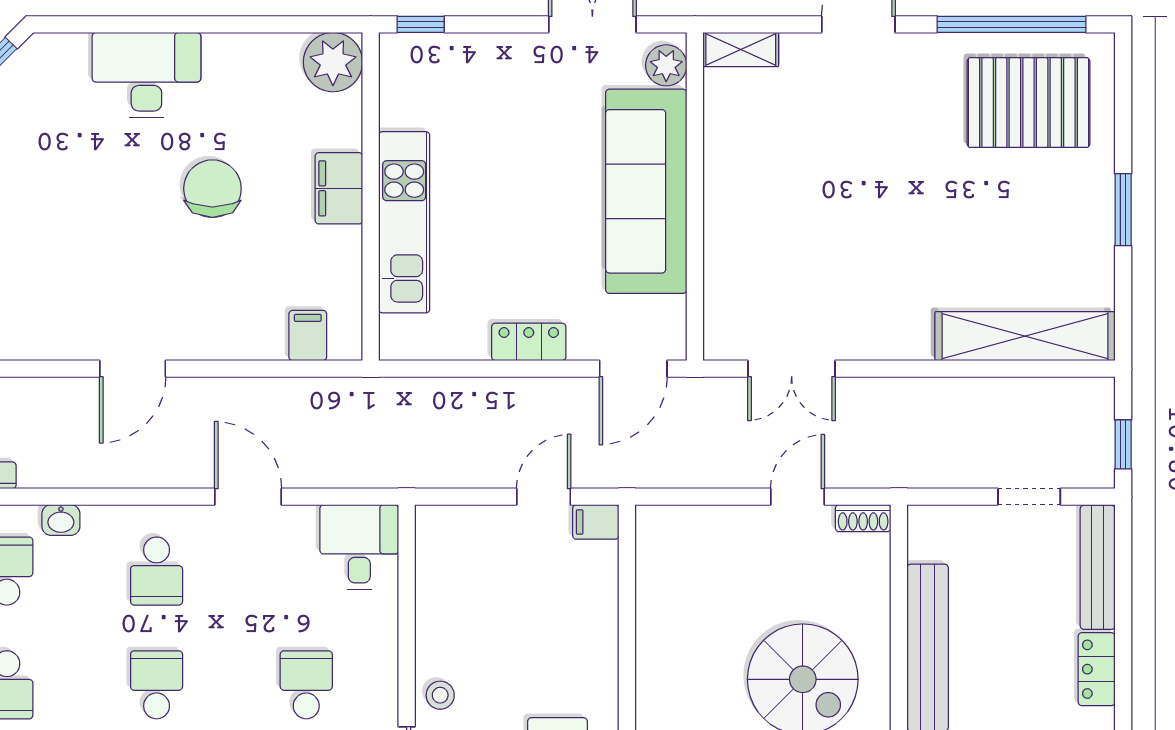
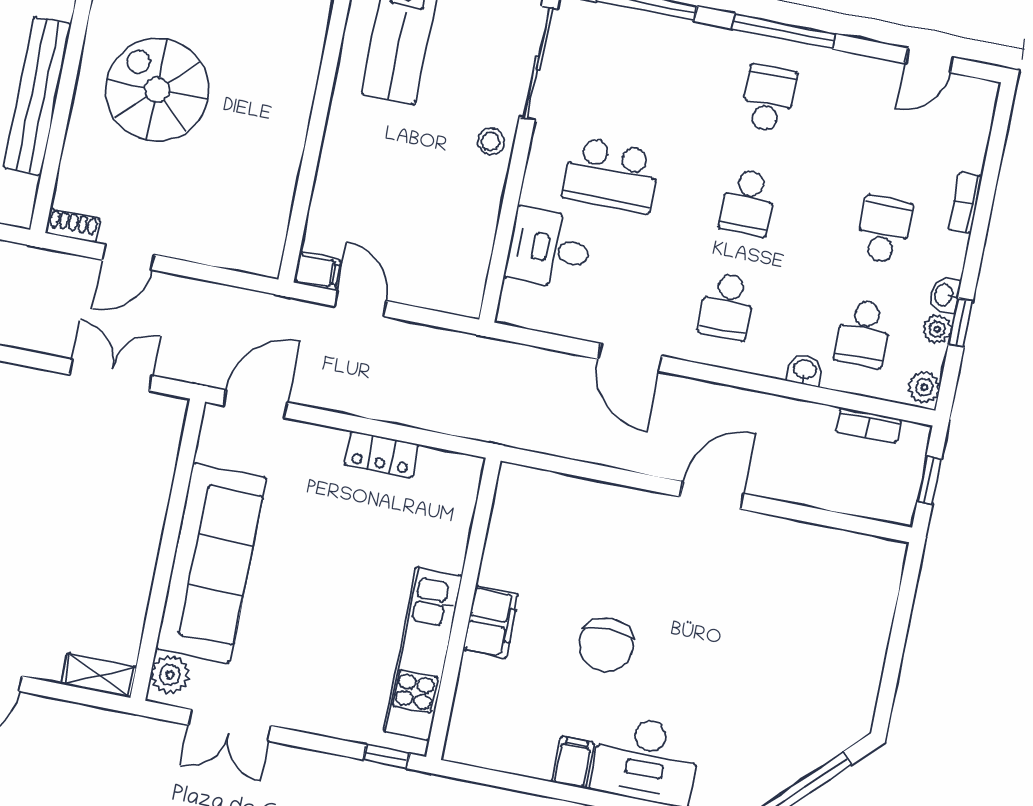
plant: (333, 62) -> (473, 738), removed
kitchen unit: (404, 222) -> (423, 654), moved
filing cabinet: (308, 335) -> (573, 762), moved, turned 180
locker: (529, 342) -> (381, 455), moved
door: (544, 497) -> (360, 304), swing flipped
desk: (359, 547) -> (549, 248), moved, turned 90
school desk: (157, 571) -> (727, 306), turned 180
school desk: (306, 685) -> (611, 175), width x1.85

